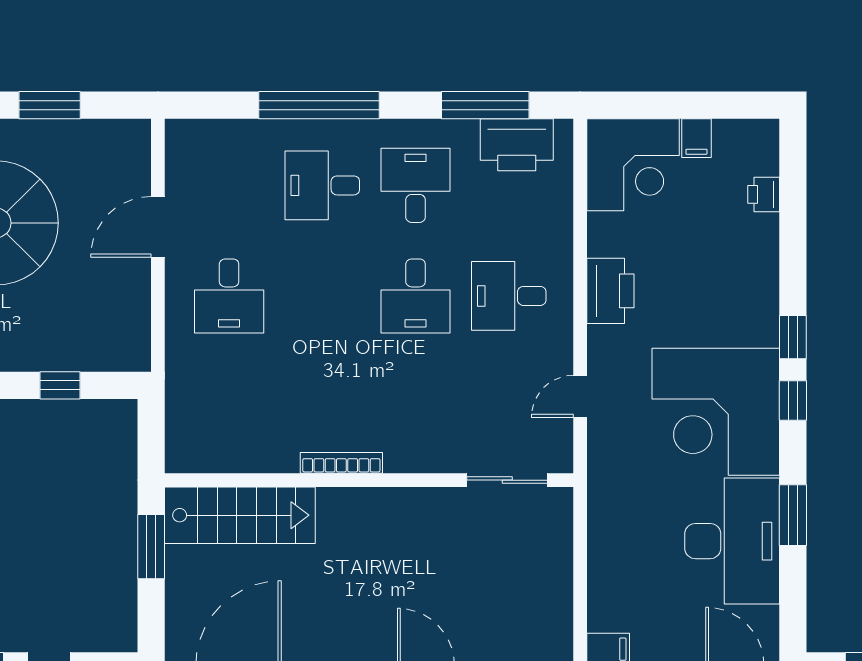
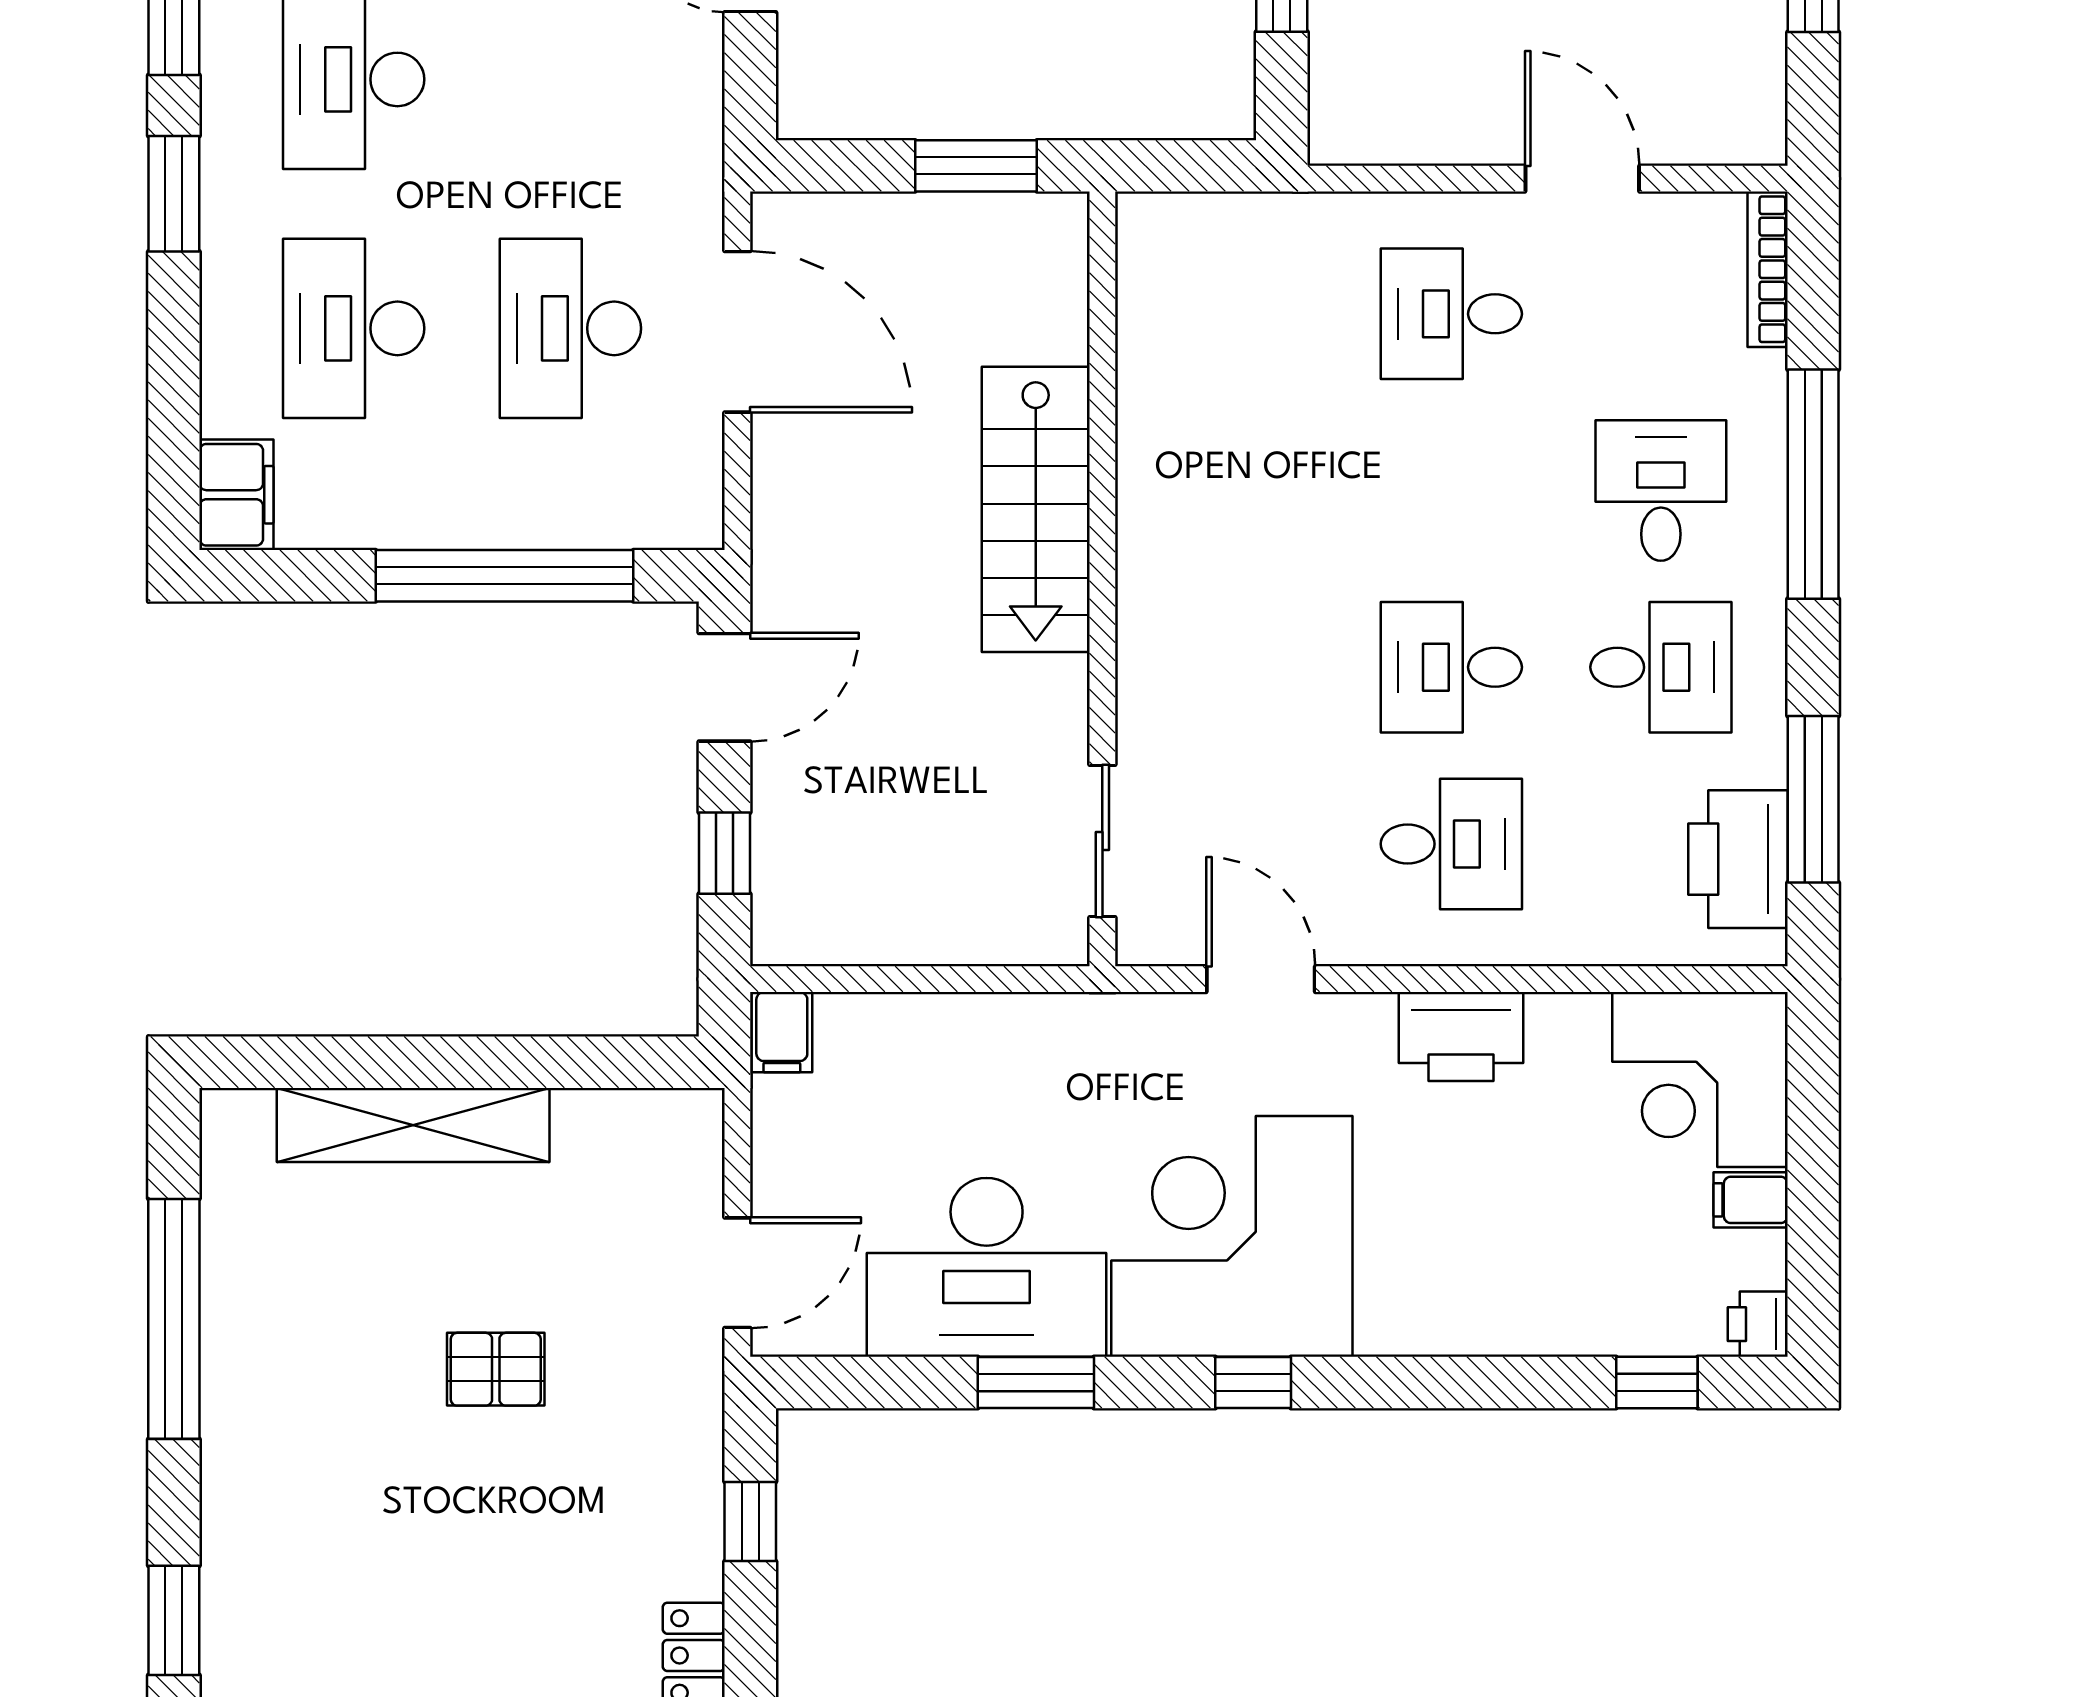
printer: (764, 194) -> (1758, 1324), moved, turned -90
desk: (509, 296) -> (1451, 844), turned 90
window: (793, 337) -> (1657, 1382), moved
door: (580, 396) -> (1261, 979), width x1.38
bookcase: (341, 463) -> (1768, 269), moved, turned 180
stairs: (240, 515) -> (1036, 509), moved

